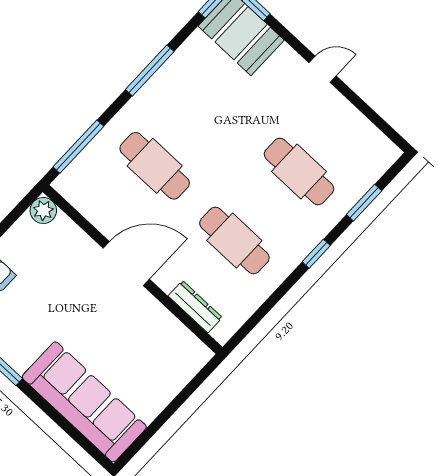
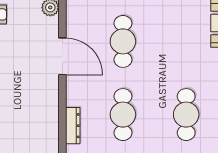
door: (126, 264) -> (62, 56), moved

